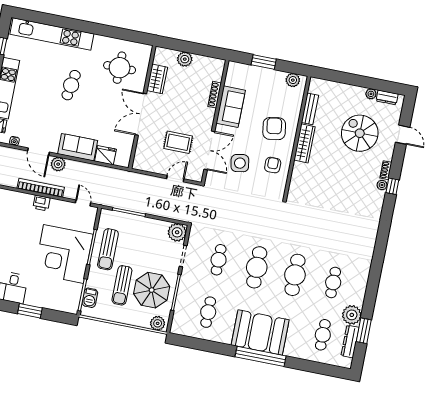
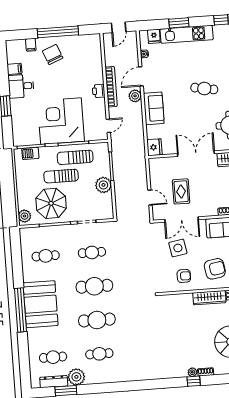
fridge: (105, 155) -> (154, 147), moved
plant: (177, 232) -> (103, 185), moved
sun lounger: (122, 285) -> (61, 176), moved

